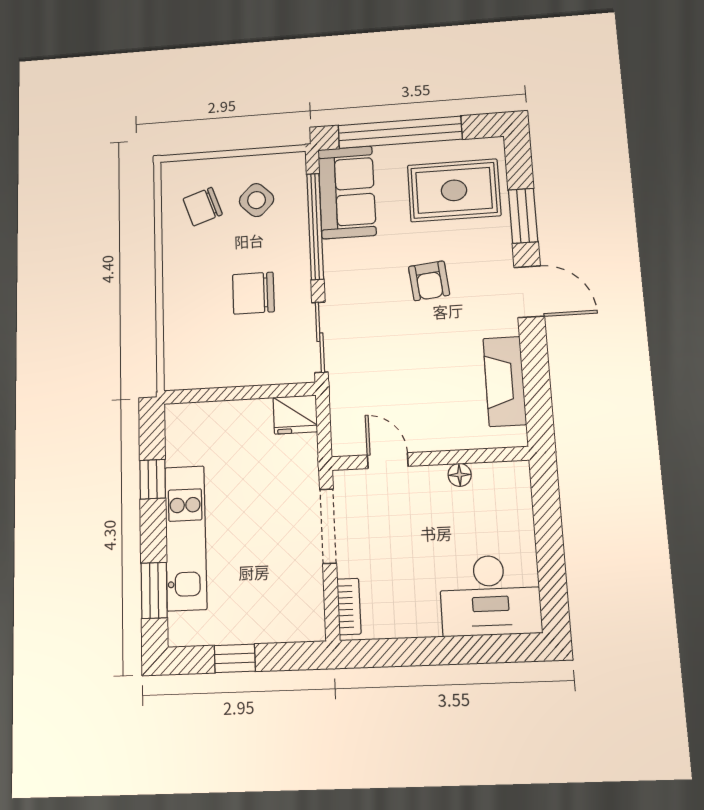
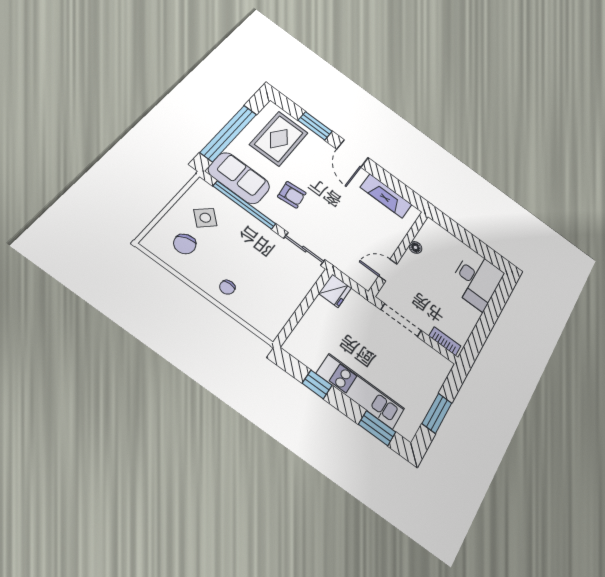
armchair: (429, 281) -> (292, 195), moved
door: (529, 292) -> (352, 153), swing flipped
chair: (253, 293) -> (227, 287), moved, width x0.54, depth x0.54
window: (235, 658) -> (437, 413), width x1.50

